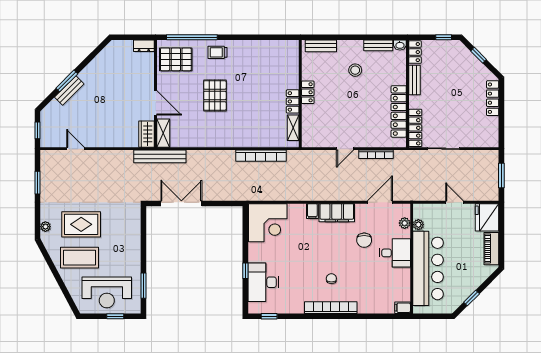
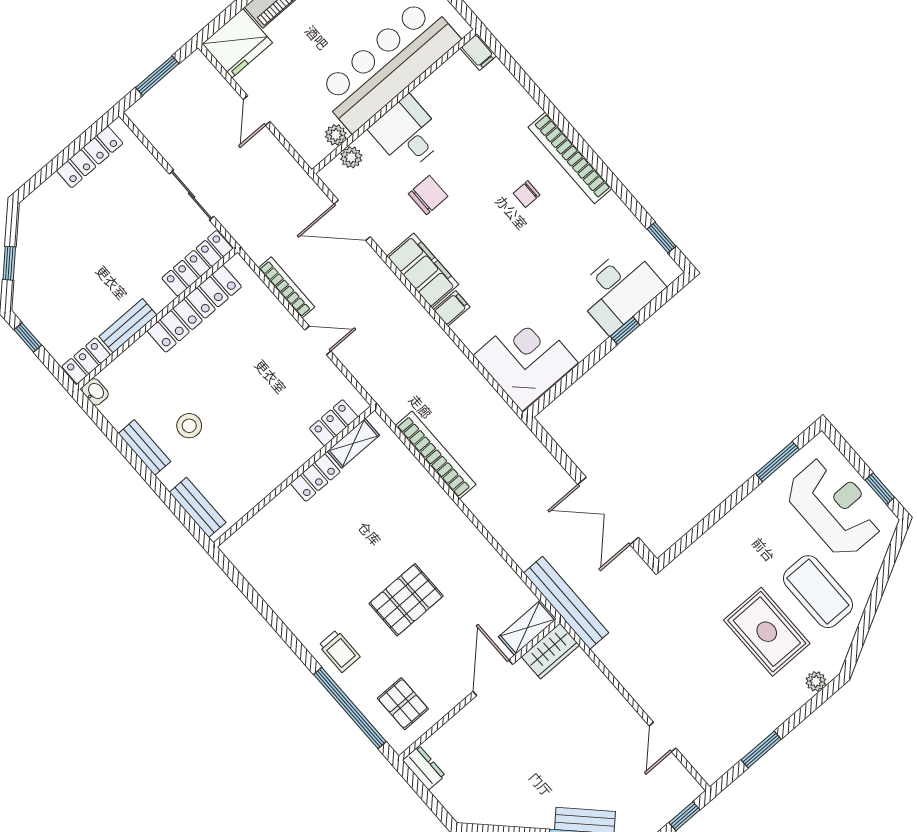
bench: (378, 45) -> (144, 447), moved
pallet: (176, 59) -> (403, 704), width x0.67, depth x0.71
locker: (308, 92) -> (334, 423), moved
locker: (493, 98) -> (90, 157), moved
window: (115, 316) -> (880, 489), moved

